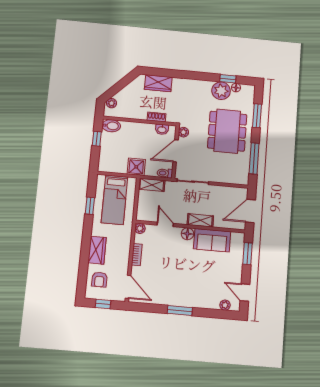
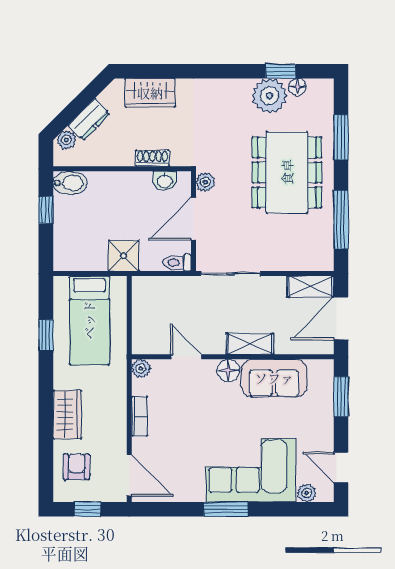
dresser: (125, 94) -> (89, 119), added
shelving: (152, 185) -> (311, 286), moved
armchair: (99, 280) -> (77, 467), turned 180
corner sofa: (195, 290) -> (251, 470), added

